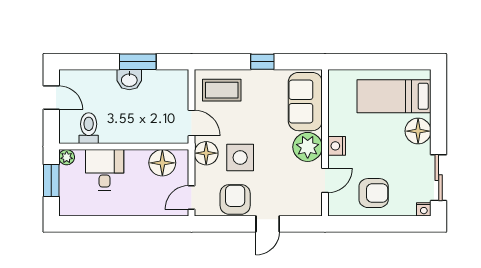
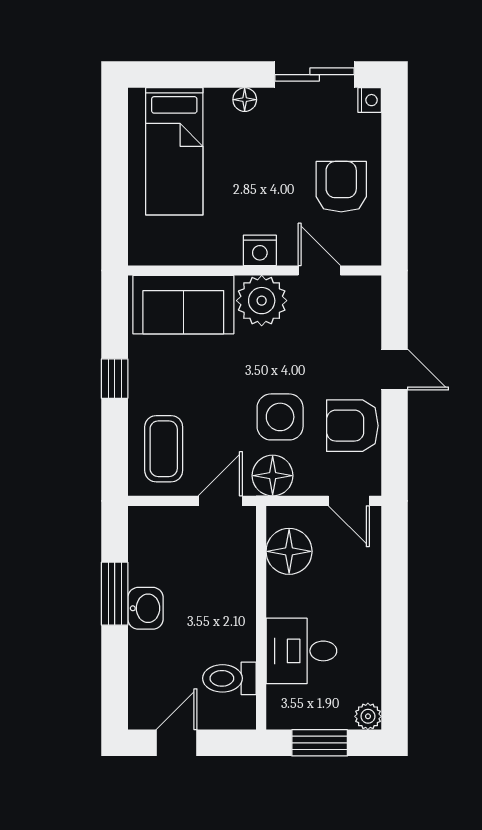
floor lamp: (418, 131) -> (245, 100), width x0.53, depth x0.53
plant: (67, 157) -> (368, 716), moved

